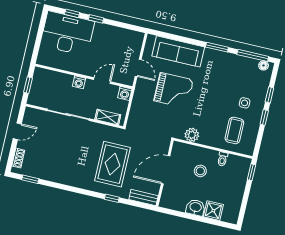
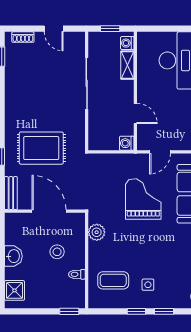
washing machine: (79, 82) -> (127, 43), moved
grand piano: (174, 90) -> (143, 199), turned 180
shelving: (108, 117) -> (127, 65), moved
shower: (213, 211) -> (14, 290), moved

